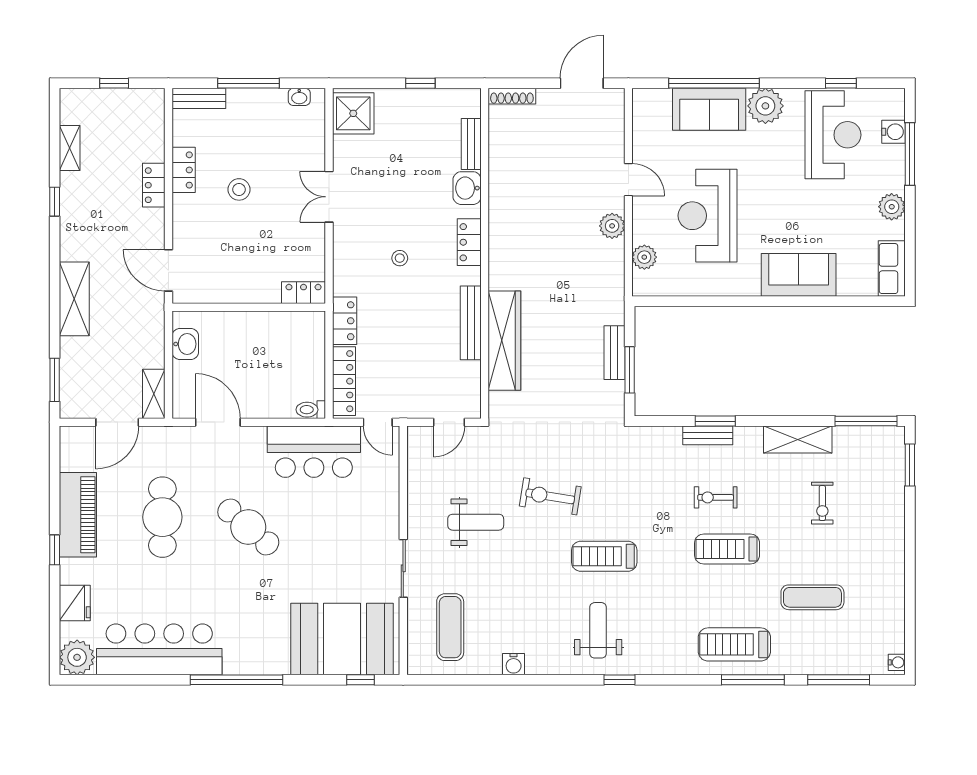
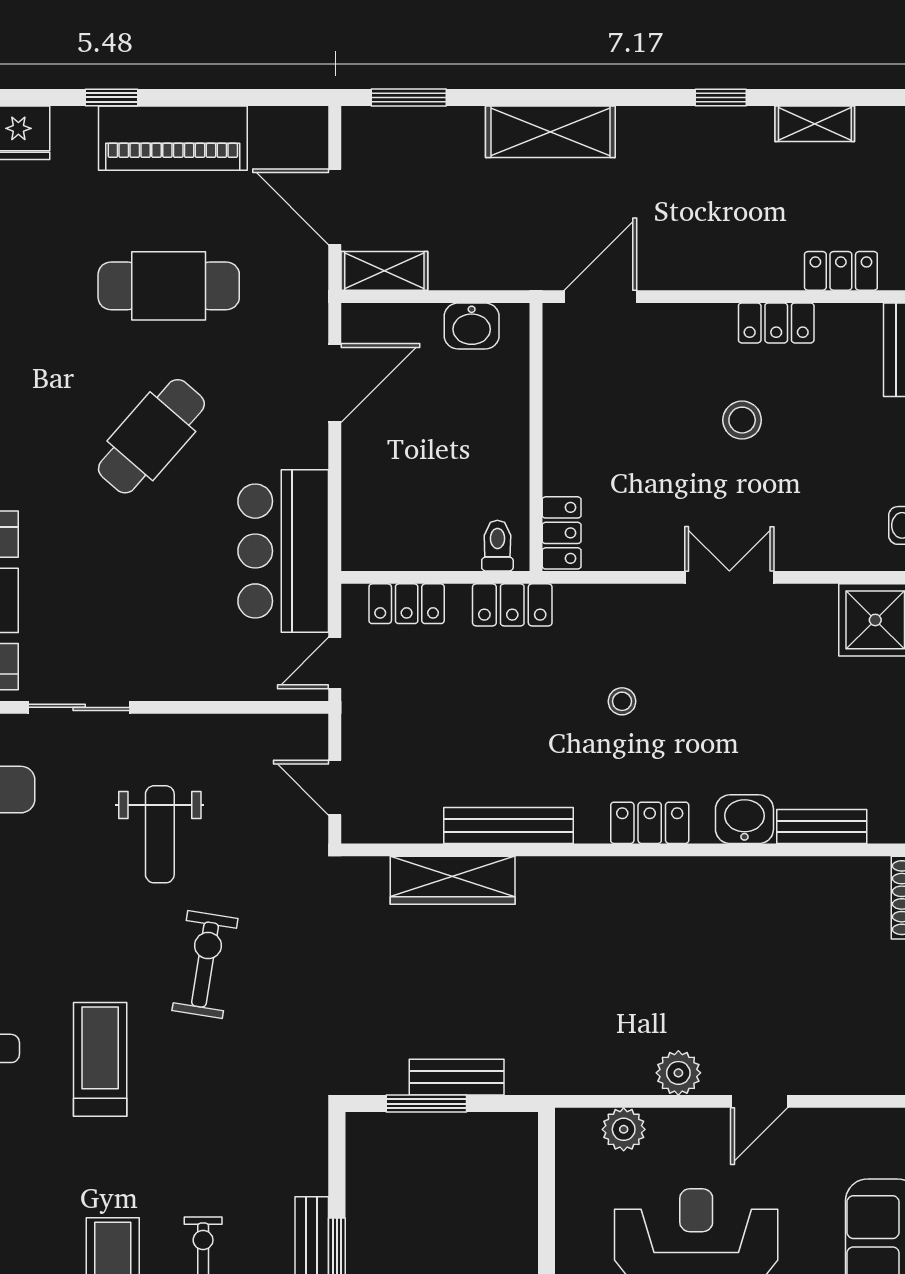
locker: (154, 185) -> (841, 271), moved
wardrobe: (504, 341) -> (453, 880), width x0.71, depth x0.85
locker: (344, 381) -> (407, 604), width x0.66
toilet: (311, 410) -> (497, 546), moved

